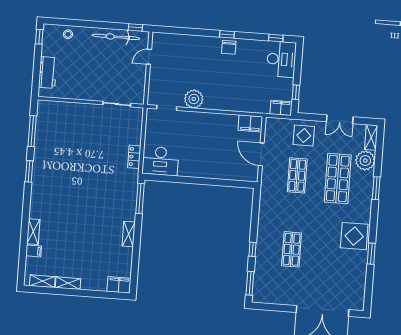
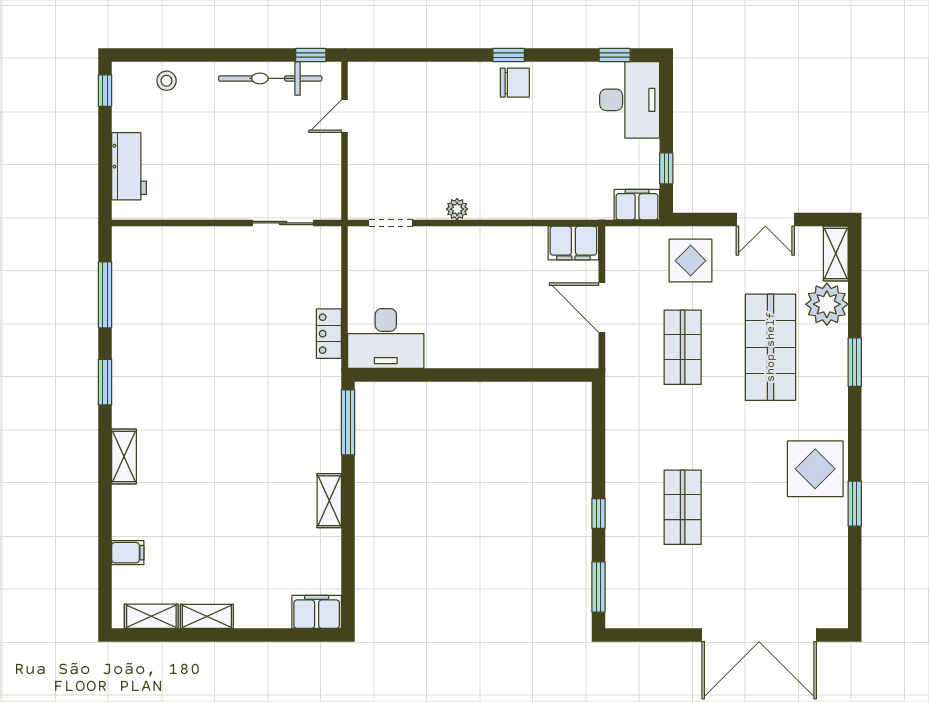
chair: (229, 47) -> (515, 83), turned -90
plant: (194, 99) -> (457, 209), width x0.53, depth x0.53
shelving: (33, 232) -> (124, 456), moved

